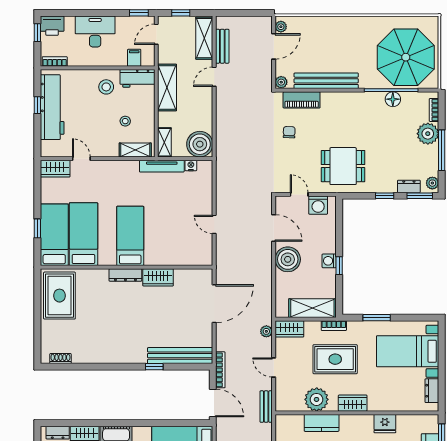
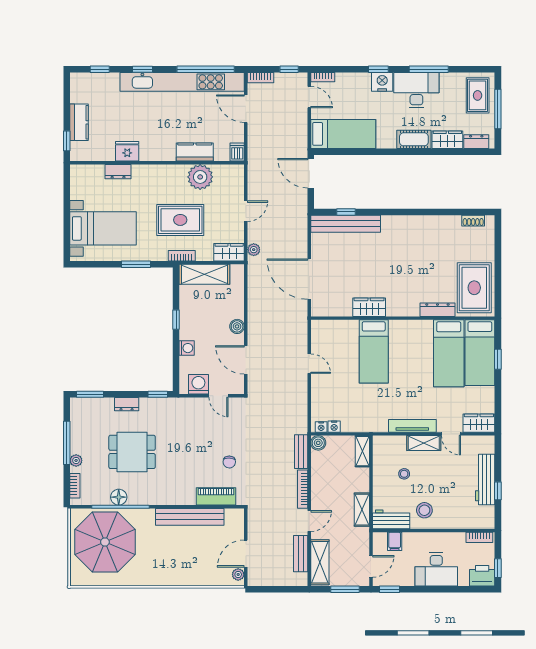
window: (181, 13) -> (345, 589), width x1.50
plant: (281, 82) -> (238, 515), removed
shelving: (167, 88) -> (362, 510), width x0.67, depth x0.75
workbench: (52, 107) -> (485, 479), width x0.73, depth x0.76
plant: (428, 134) -> (76, 460), width x0.53, depth x0.53
boiler: (200, 144) -> (318, 443), width x0.54, depth x0.54
shelving: (135, 150) -> (424, 443), moved
nightstand: (203, 165) -> (321, 427), added
tv unit: (162, 166) -> (412, 426), moved
dining table: (343, 166) -> (132, 452), moved
plant: (432, 183) -> (77, 408), removed
dresser: (409, 186) -> (127, 404), moved
window: (385, 196) -> (158, 394), moved
bed: (130, 236) -> (374, 351), moved
boiler: (288, 259) -> (237, 326), width x0.54, depth x0.54
washing machine: (329, 261) -> (187, 348), moved
dresser: (125, 275) -> (437, 310), moved
door: (214, 304) -> (309, 279), hinge flipped
window: (154, 367) -> (346, 212), moved
door: (274, 367) -> (246, 211), hinge flipped
bookcase: (220, 370) -> (303, 489), moved
dresser: (432, 391) -> (118, 172), moved, turned 90
wardrobe: (353, 403) -> (162, 173), removed
bench: (266, 407) -> (301, 452), moved
dishwasher: (282, 423) -> (237, 152), added

